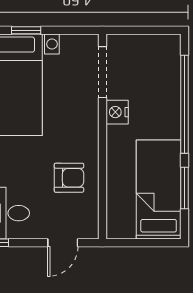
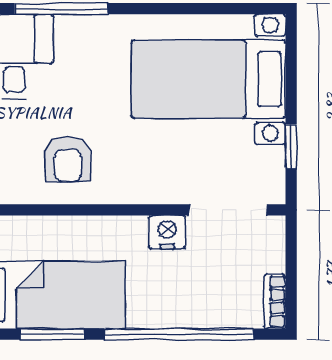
window: (26, 30) -> (291, 146), moved
bookcase: (163, 41) -> (275, 301), added

